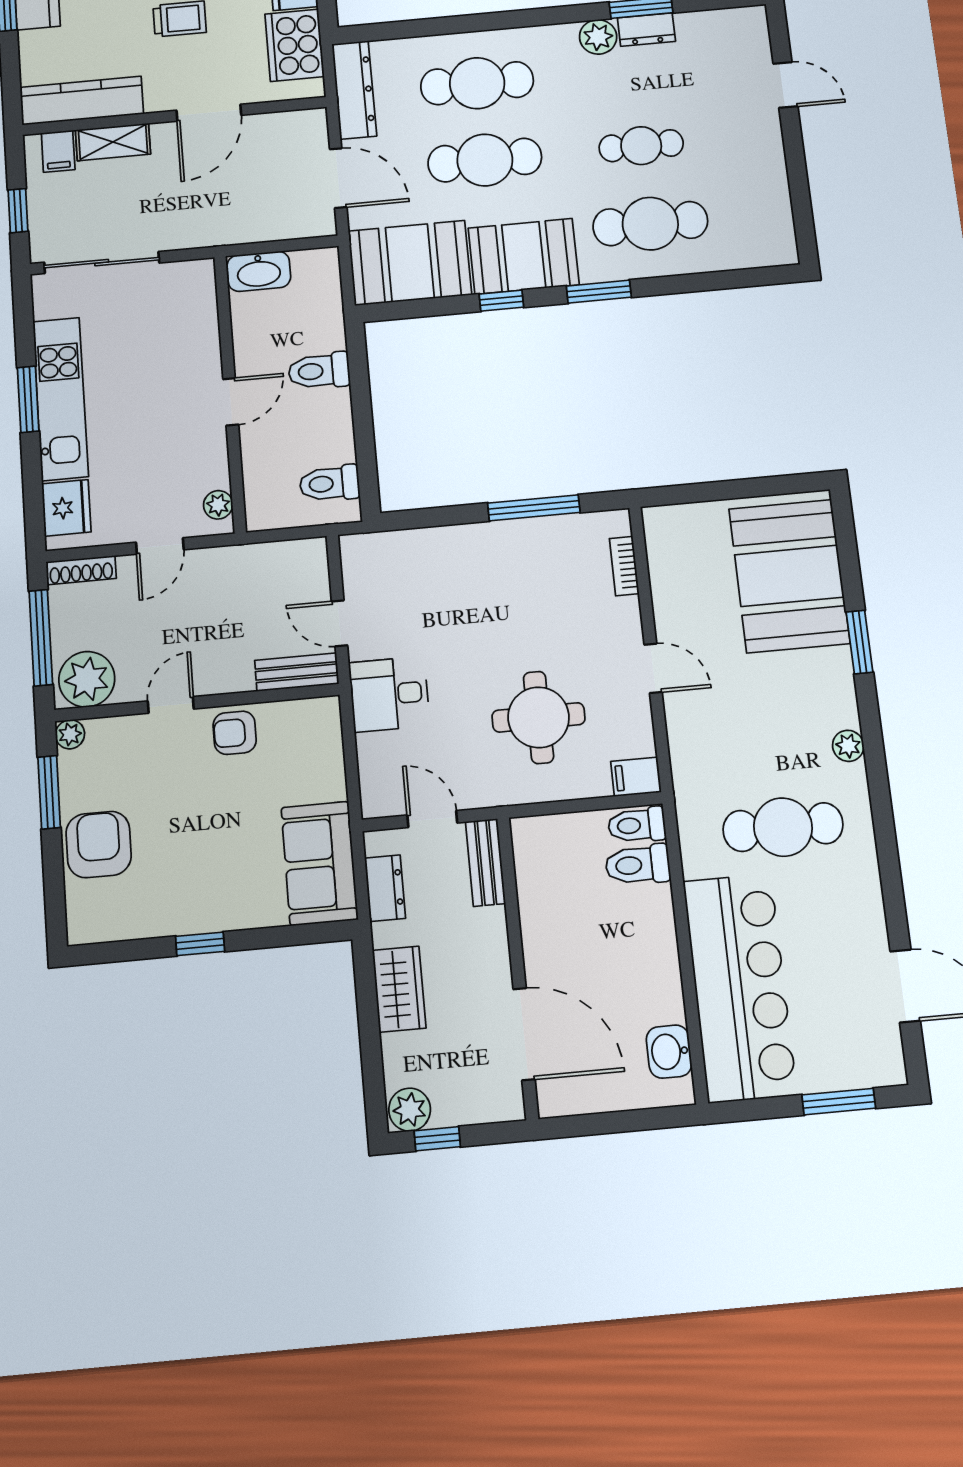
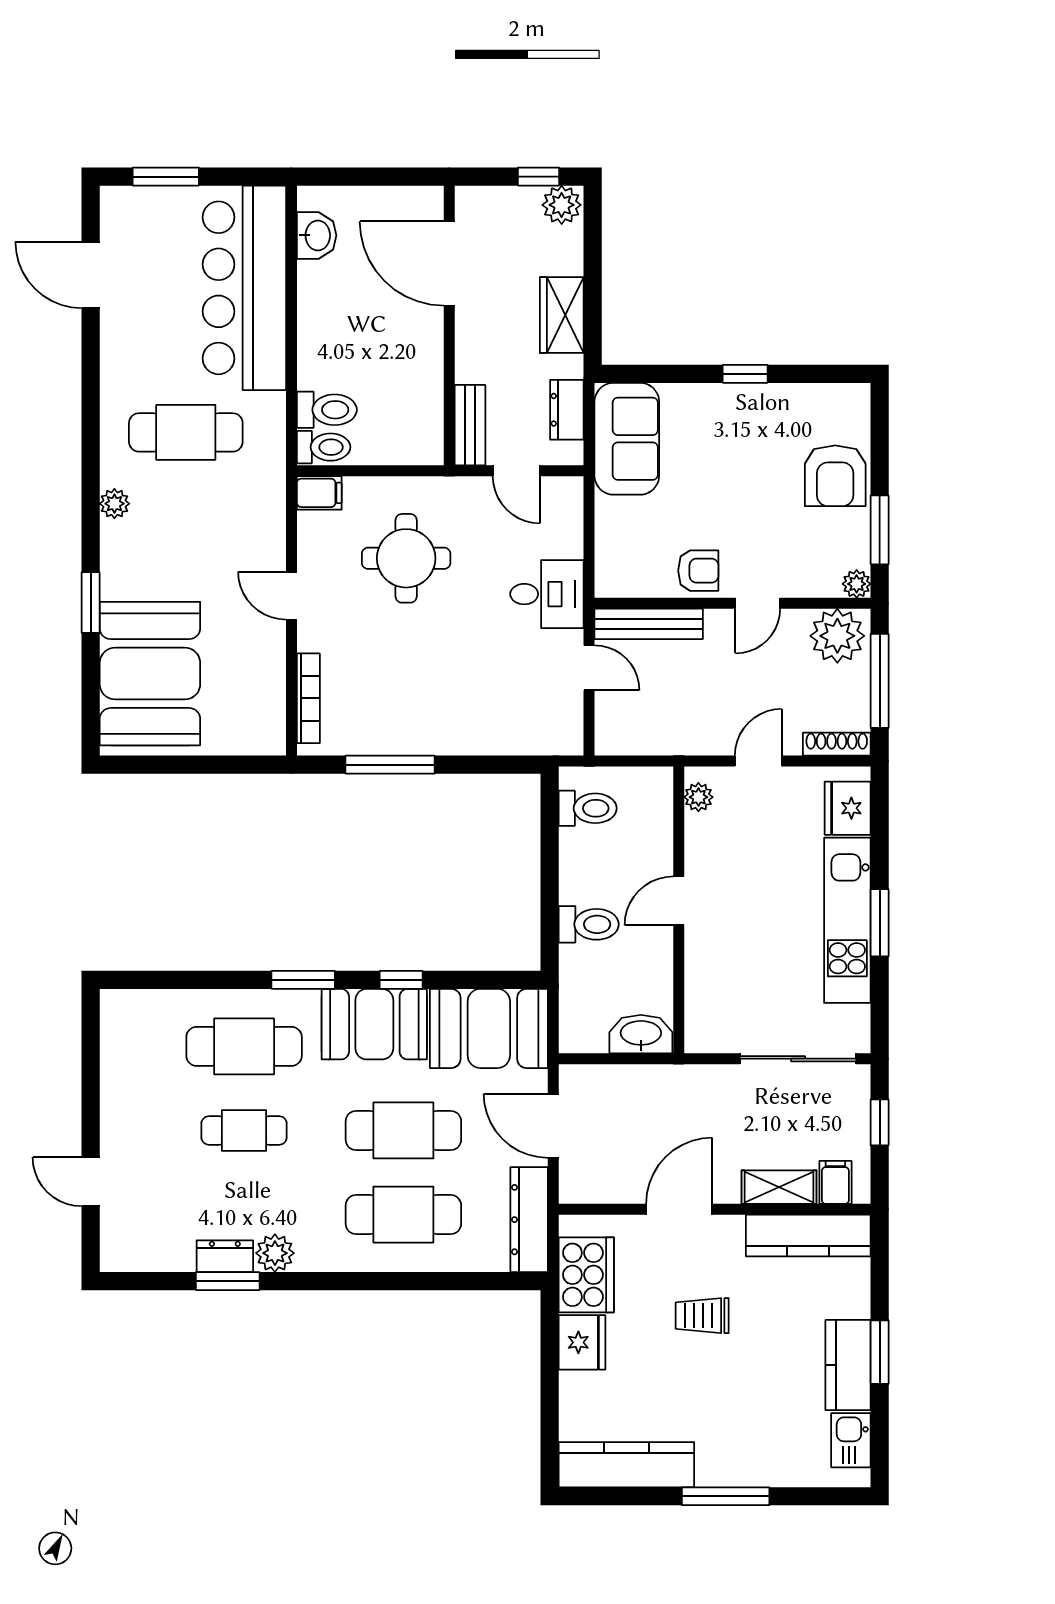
bookcase: (624, 566) -> (308, 698), width x1.56
bench: (297, 672) -> (649, 624), width x1.36

